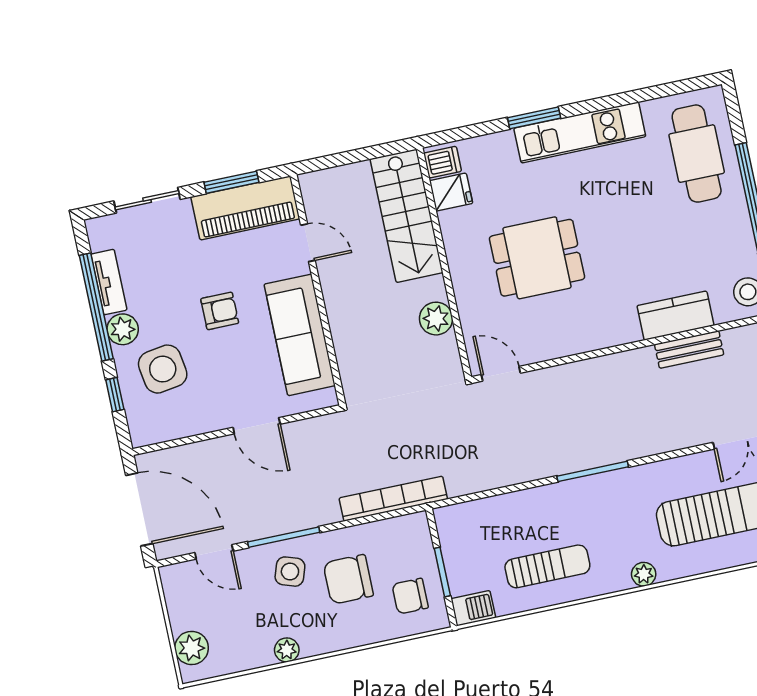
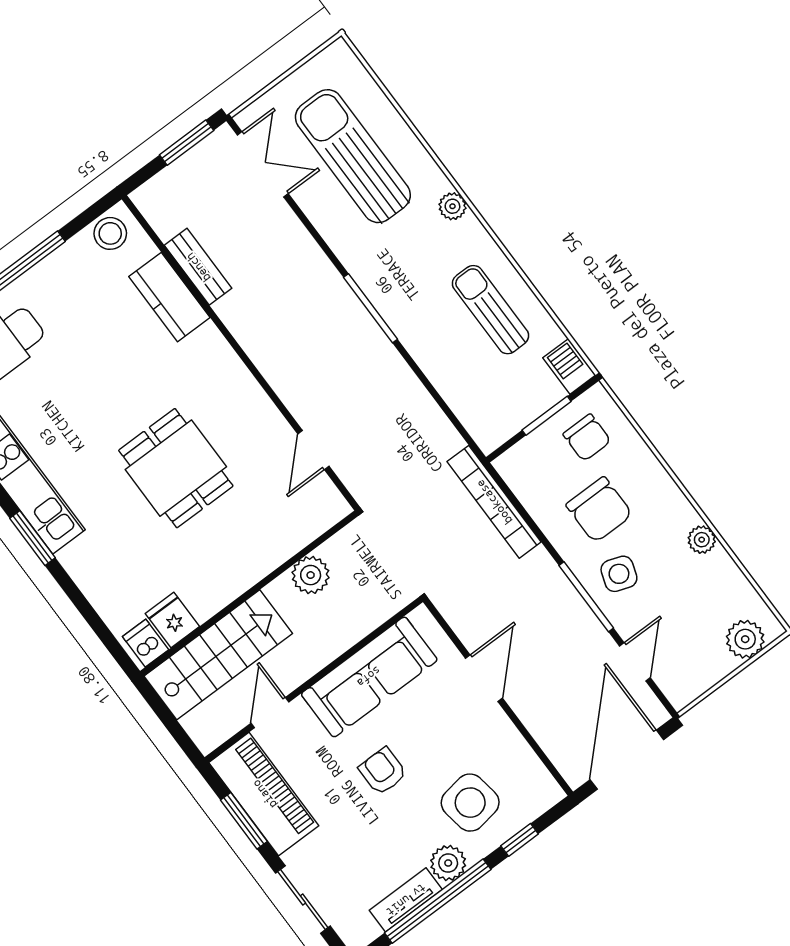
dishwasher: (443, 162) -> (146, 643), moved
fridge: (451, 192) -> (172, 620), moved
stairs: (407, 216) -> (218, 655), moved
wall: (444, 263) -> (249, 593), moved
plant: (436, 319) -> (311, 575), moved

